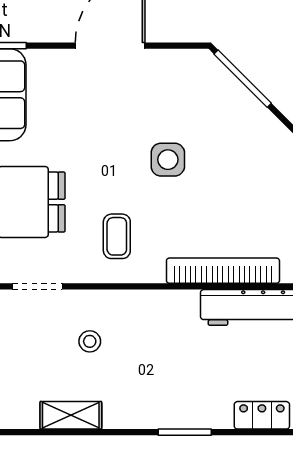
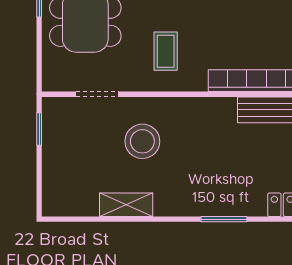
stool: (90, 341) -> (142, 141), width x1.89, depth x1.89

